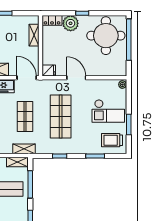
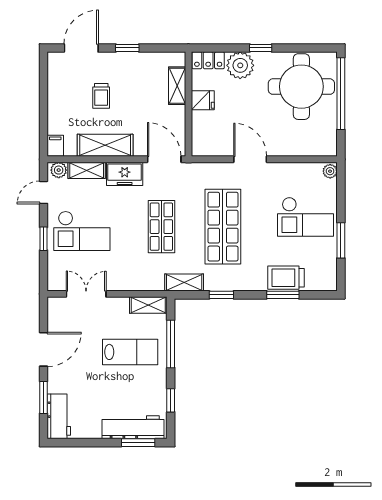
fridge: (49, 70) -> (203, 100), moved
trolley: (112, 140) -> (286, 278), moved
shelving: (24, 149) -> (184, 282), moved

